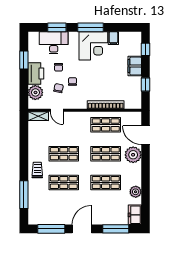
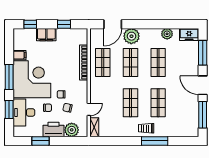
corner desk: (93, 46) -> (32, 79), width x1.36, depth x1.36
window: (24, 195) -> (155, 141), moved

